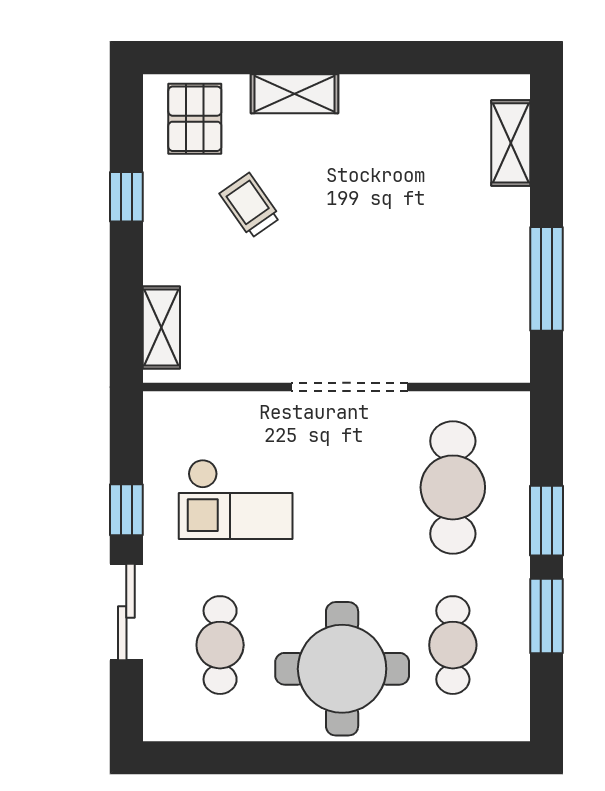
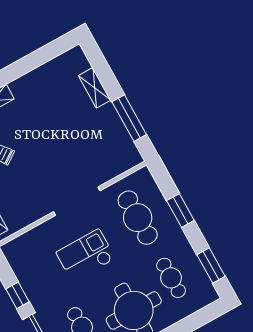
shelving: (511, 143) -> (95, 88), moved
checkout: (236, 499) -> (86, 255), moved, turned 180
window: (546, 616) -> (211, 266), moved

